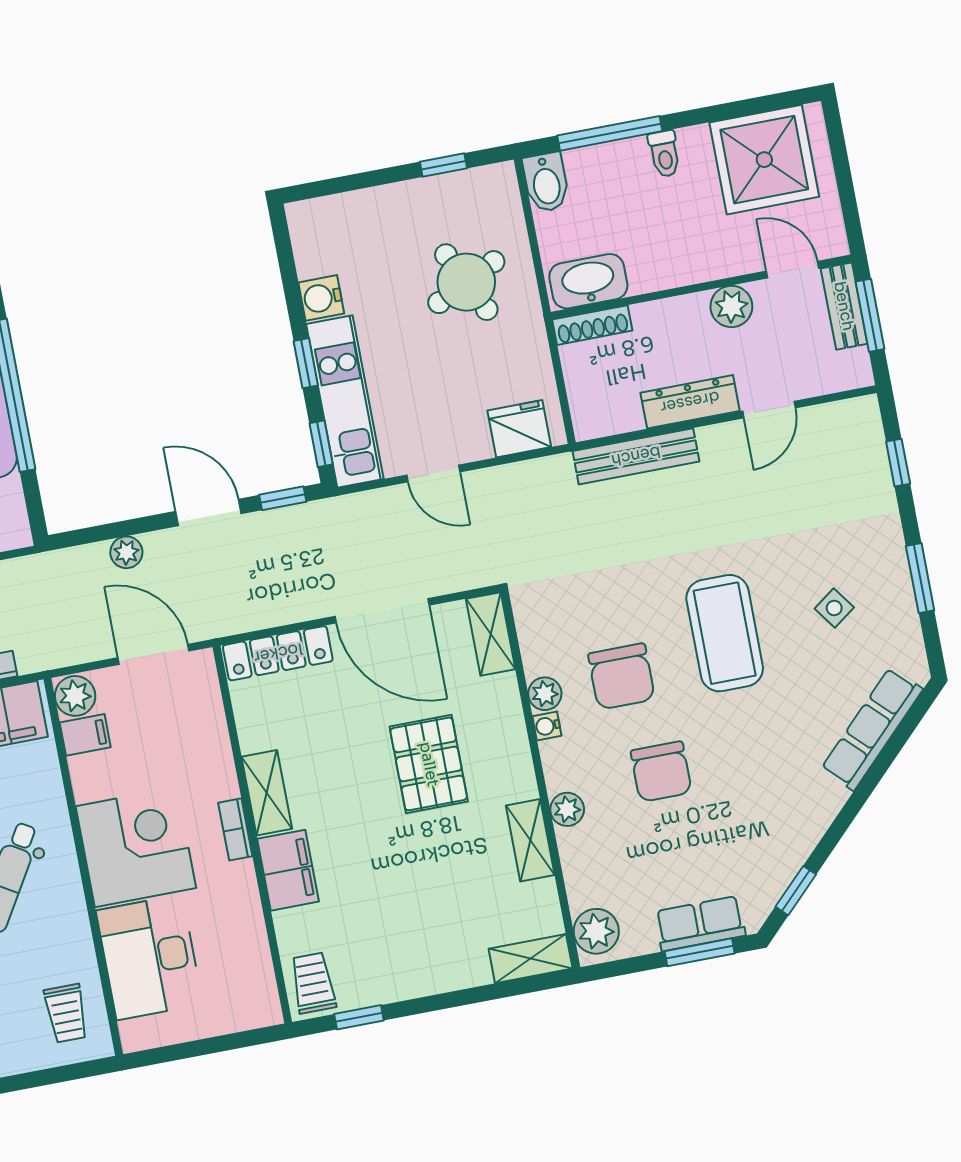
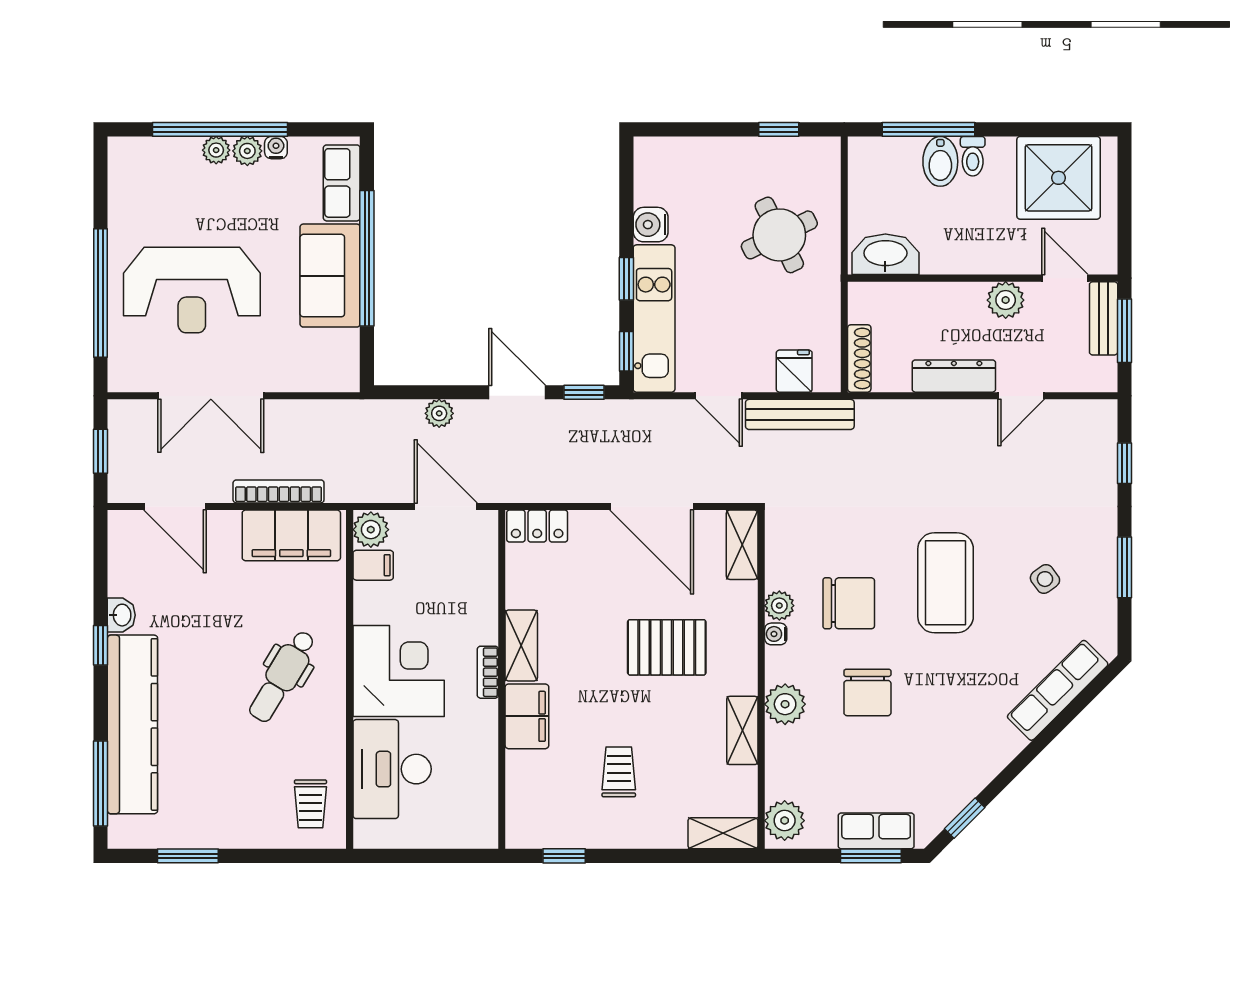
bidet: (546, 182) -> (940, 161), moved
shoe rack: (592, 325) -> (859, 358), moved, turned -90
fridge: (519, 429) -> (794, 371), width x0.72
bench: (636, 456) -> (800, 414), moved
locker: (278, 653) -> (537, 526), width x0.66
chair: (622, 676) -> (849, 603), turned -90
pallet: (429, 764) -> (667, 647), turned 90
plant: (567, 809) -> (785, 704), width x1.38, depth x1.38
trolley: (313, 983) -> (619, 772), moved

